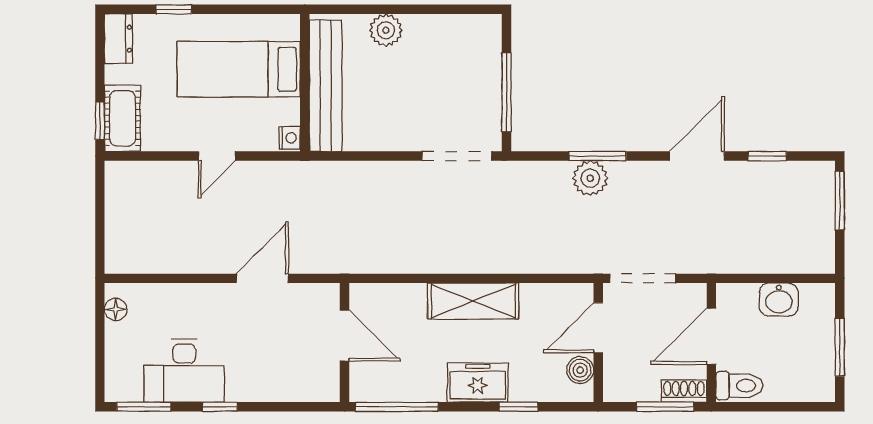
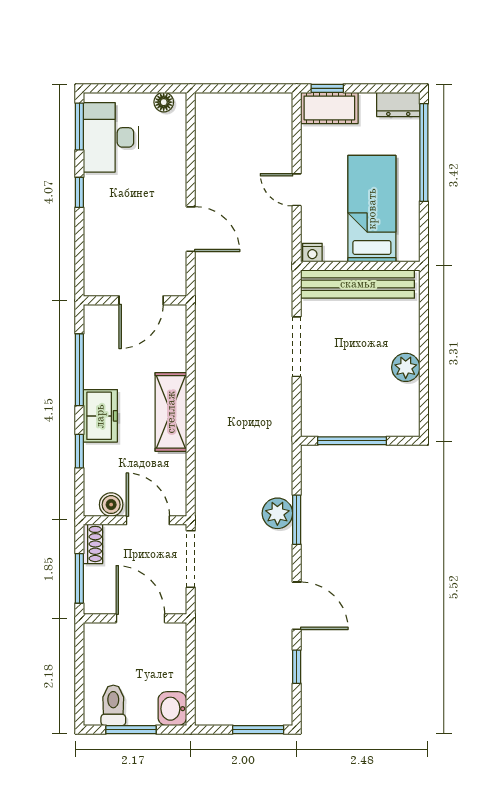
window: (174, 9) -> (424, 153), width x3.17
plant: (386, 30) -> (406, 367), moved
doorway: (457, 156) -> (297, 347), moved
washbasin: (779, 299) -> (172, 709), moved
desk: (184, 371) -> (111, 137), moved
toilet: (739, 386) -> (113, 705), moved, turned 180
shoe rack: (684, 391) -> (93, 544), moved
window: (397, 407) -> (79, 370), moved

